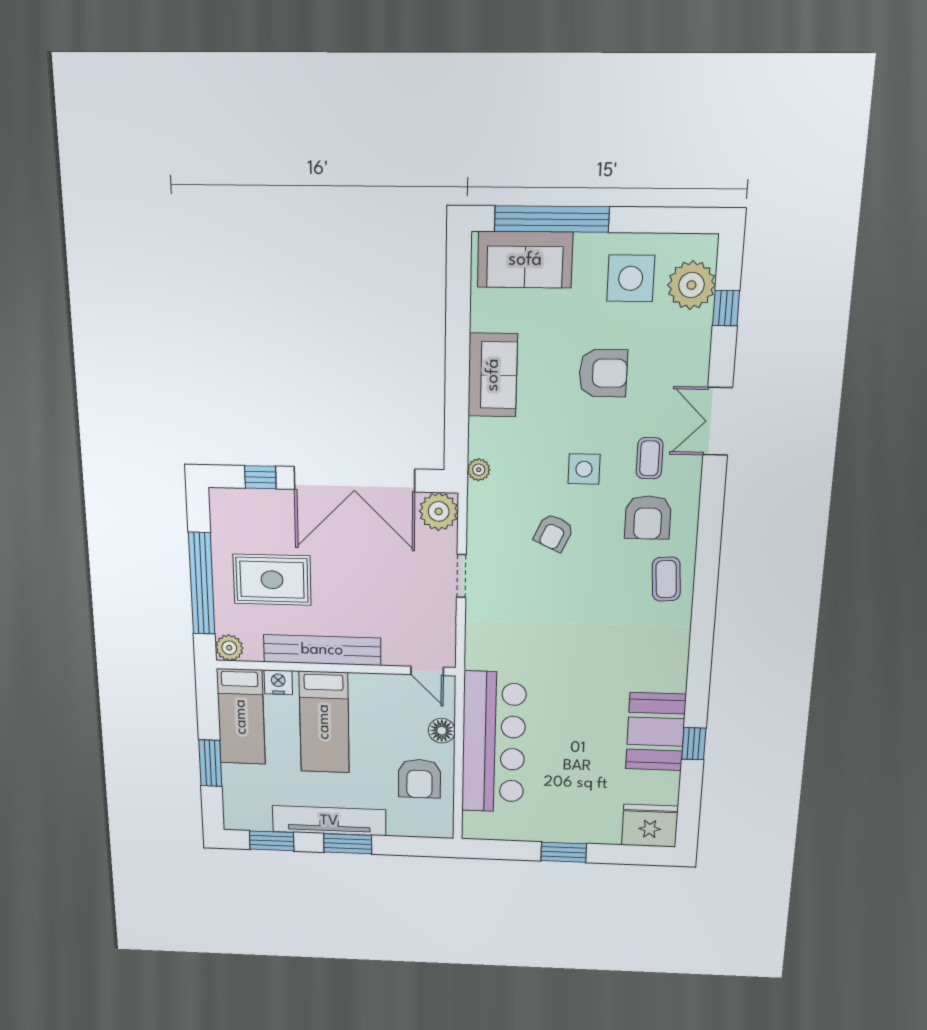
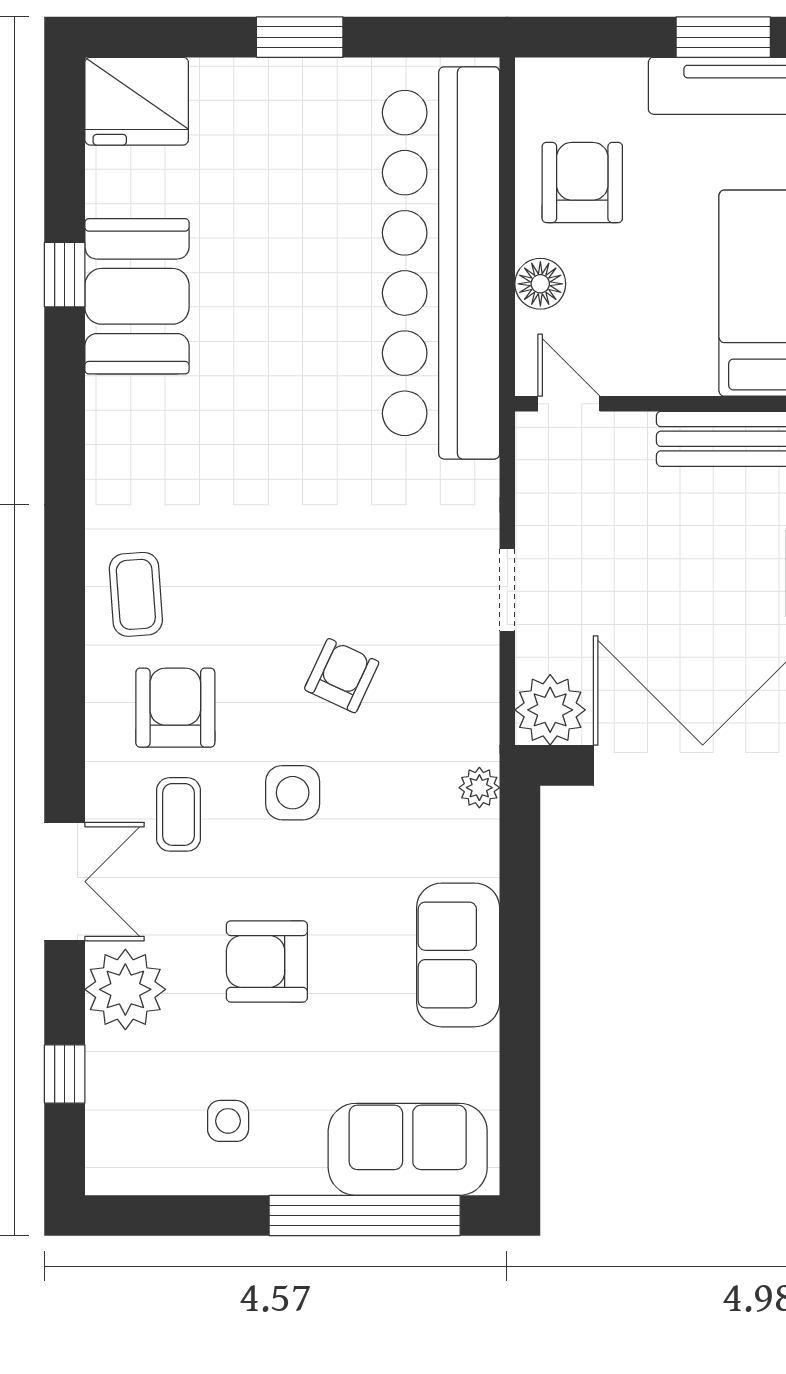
side table: (631, 278) -> (228, 1121), width x0.54, depth x0.54
plant: (691, 285) -> (125, 989), moved
bar counter: (494, 743) -> (441, 263), width x1.36

